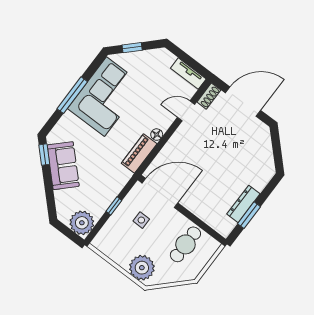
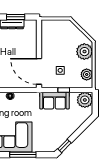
piano: (139, 154) -> (27, 97), removed
sofa: (63, 166) -> (54, 101), moved, turned -135
cafe table: (185, 244) -> (56, 38), removed
plant: (111, 249) -> (87, 74), added

